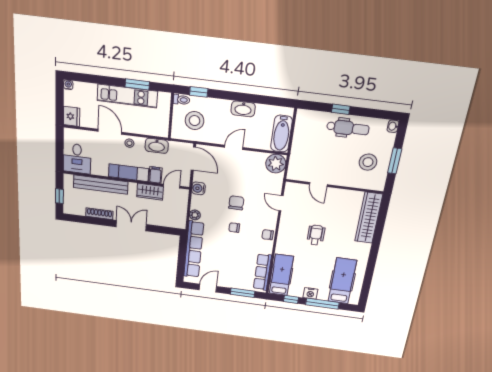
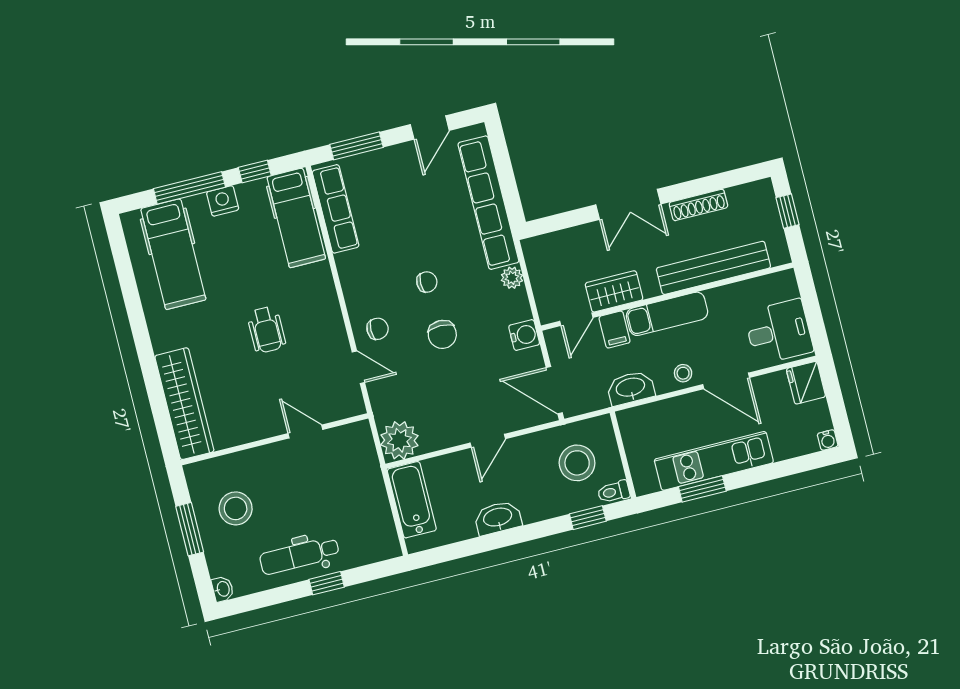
desk: (77, 159) -> (779, 332), moved, turned 90
chair: (268, 235) -> (378, 329), moved

